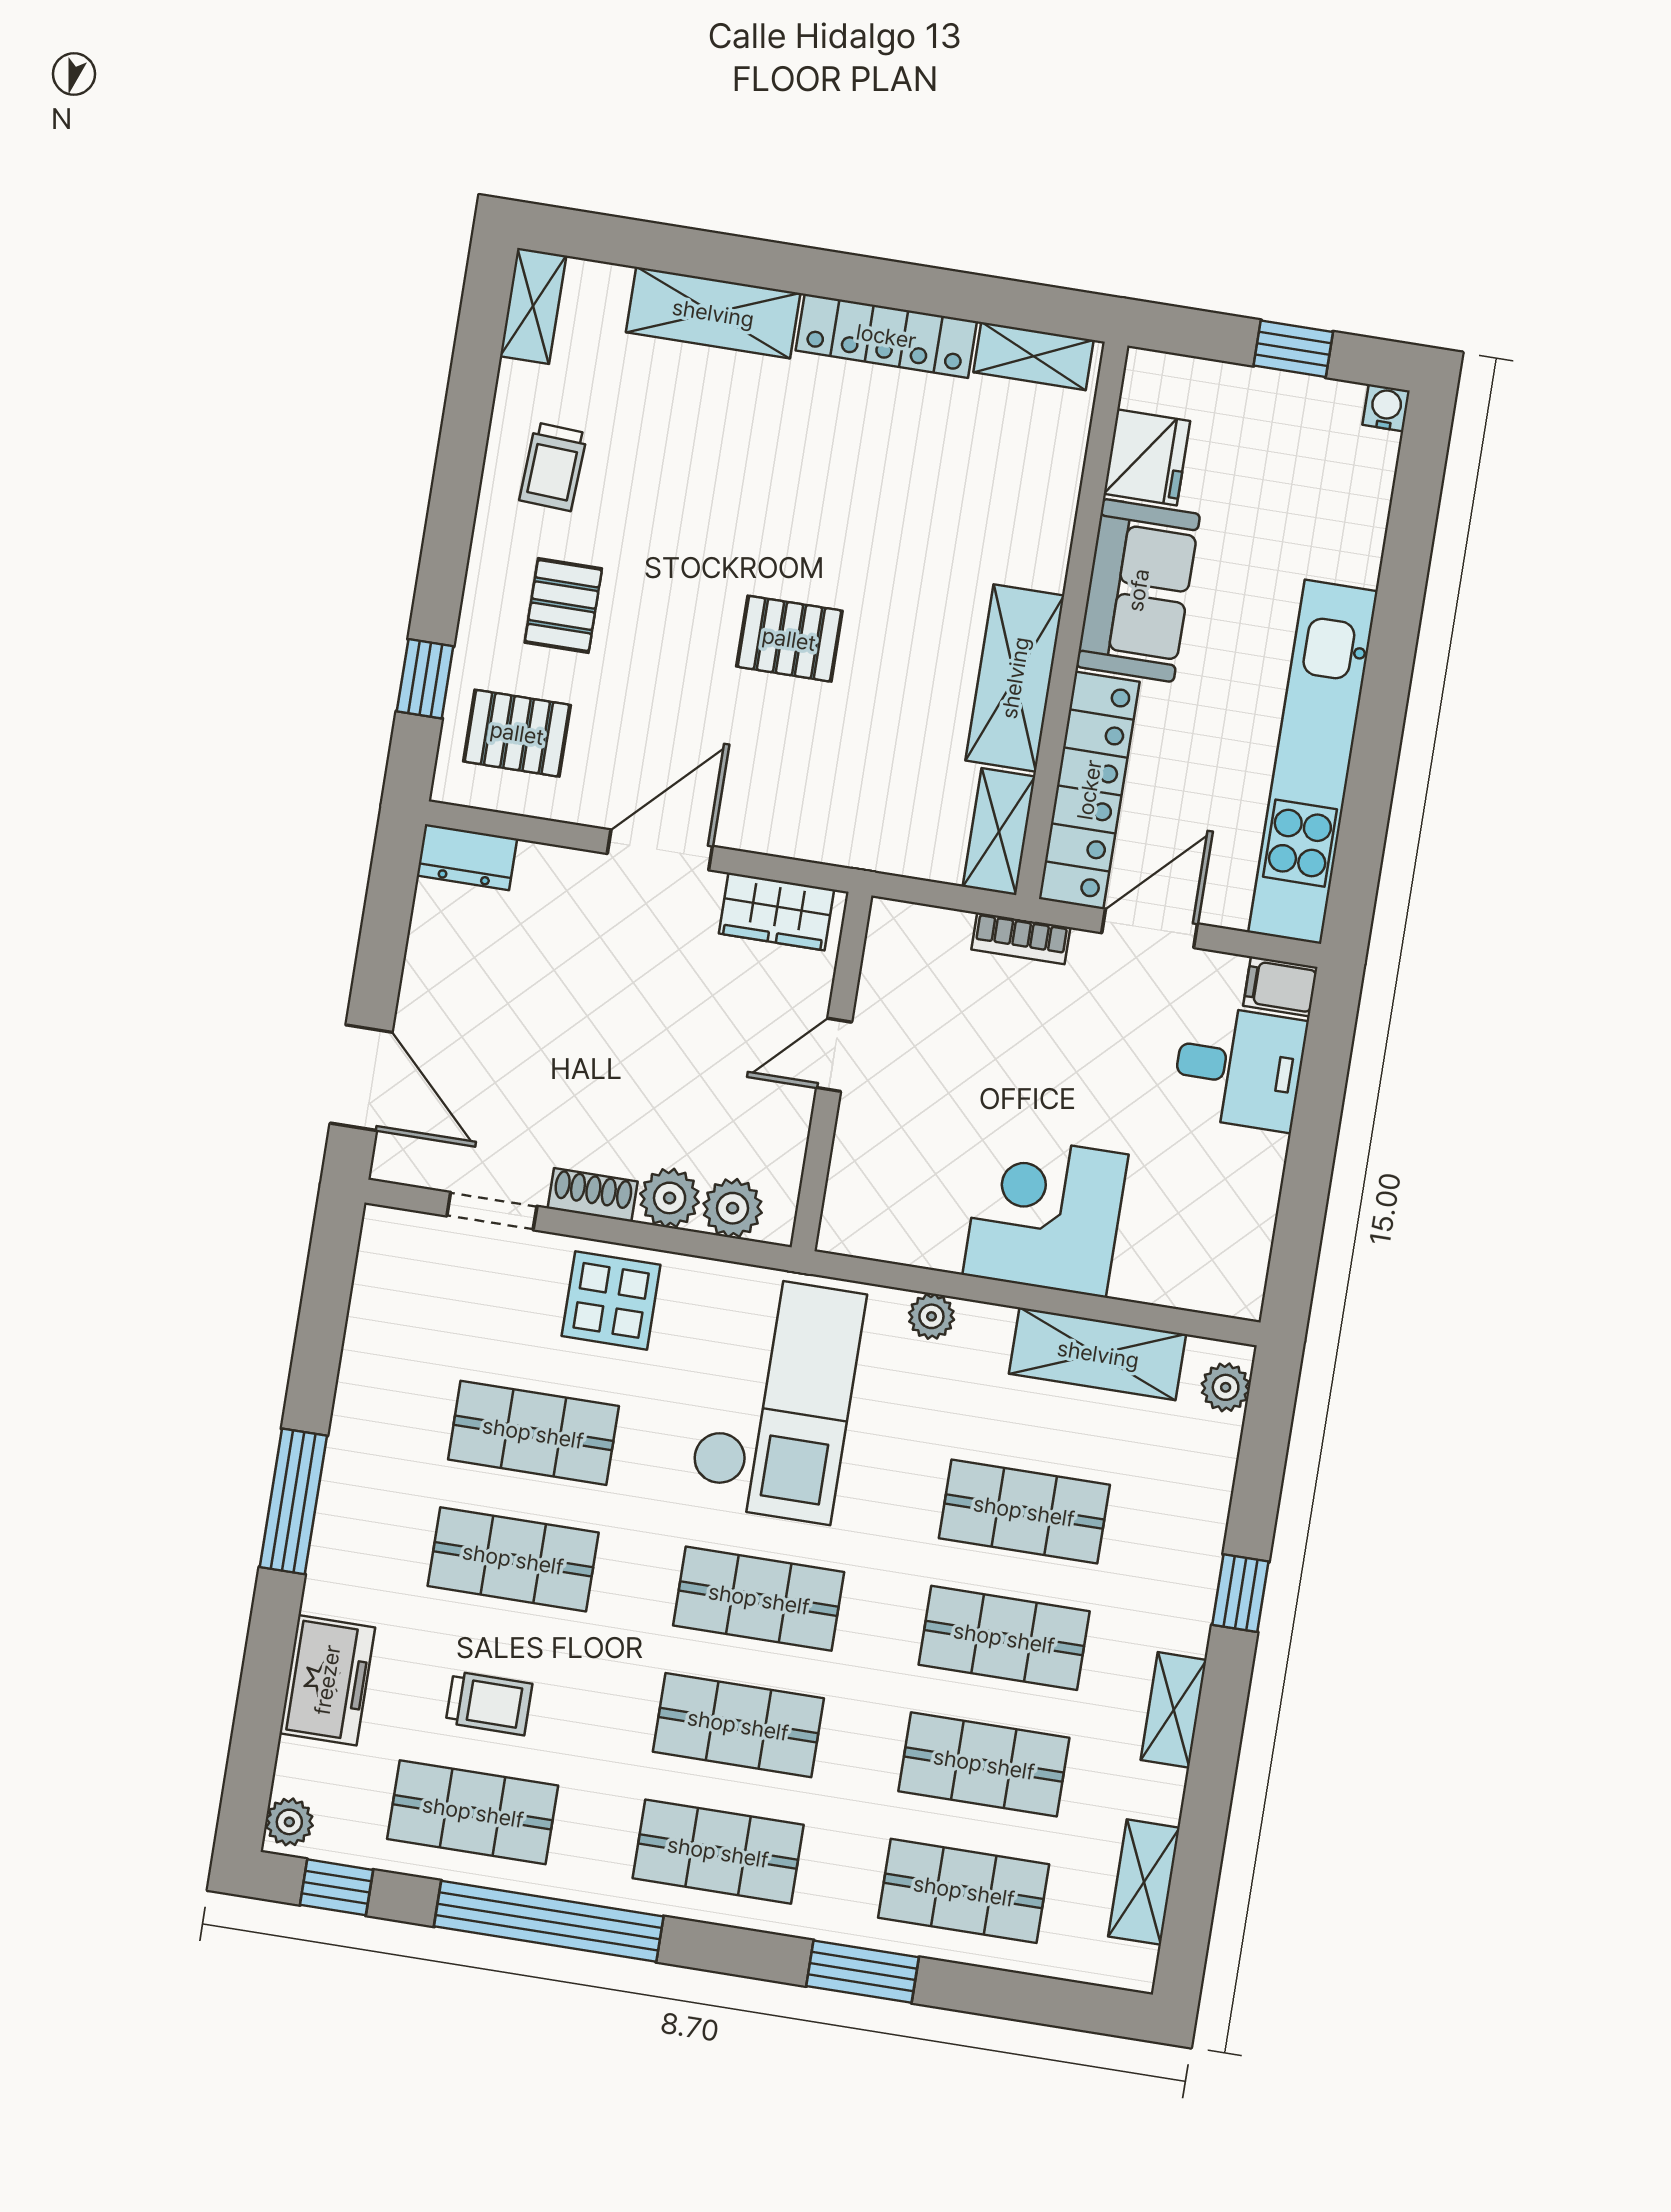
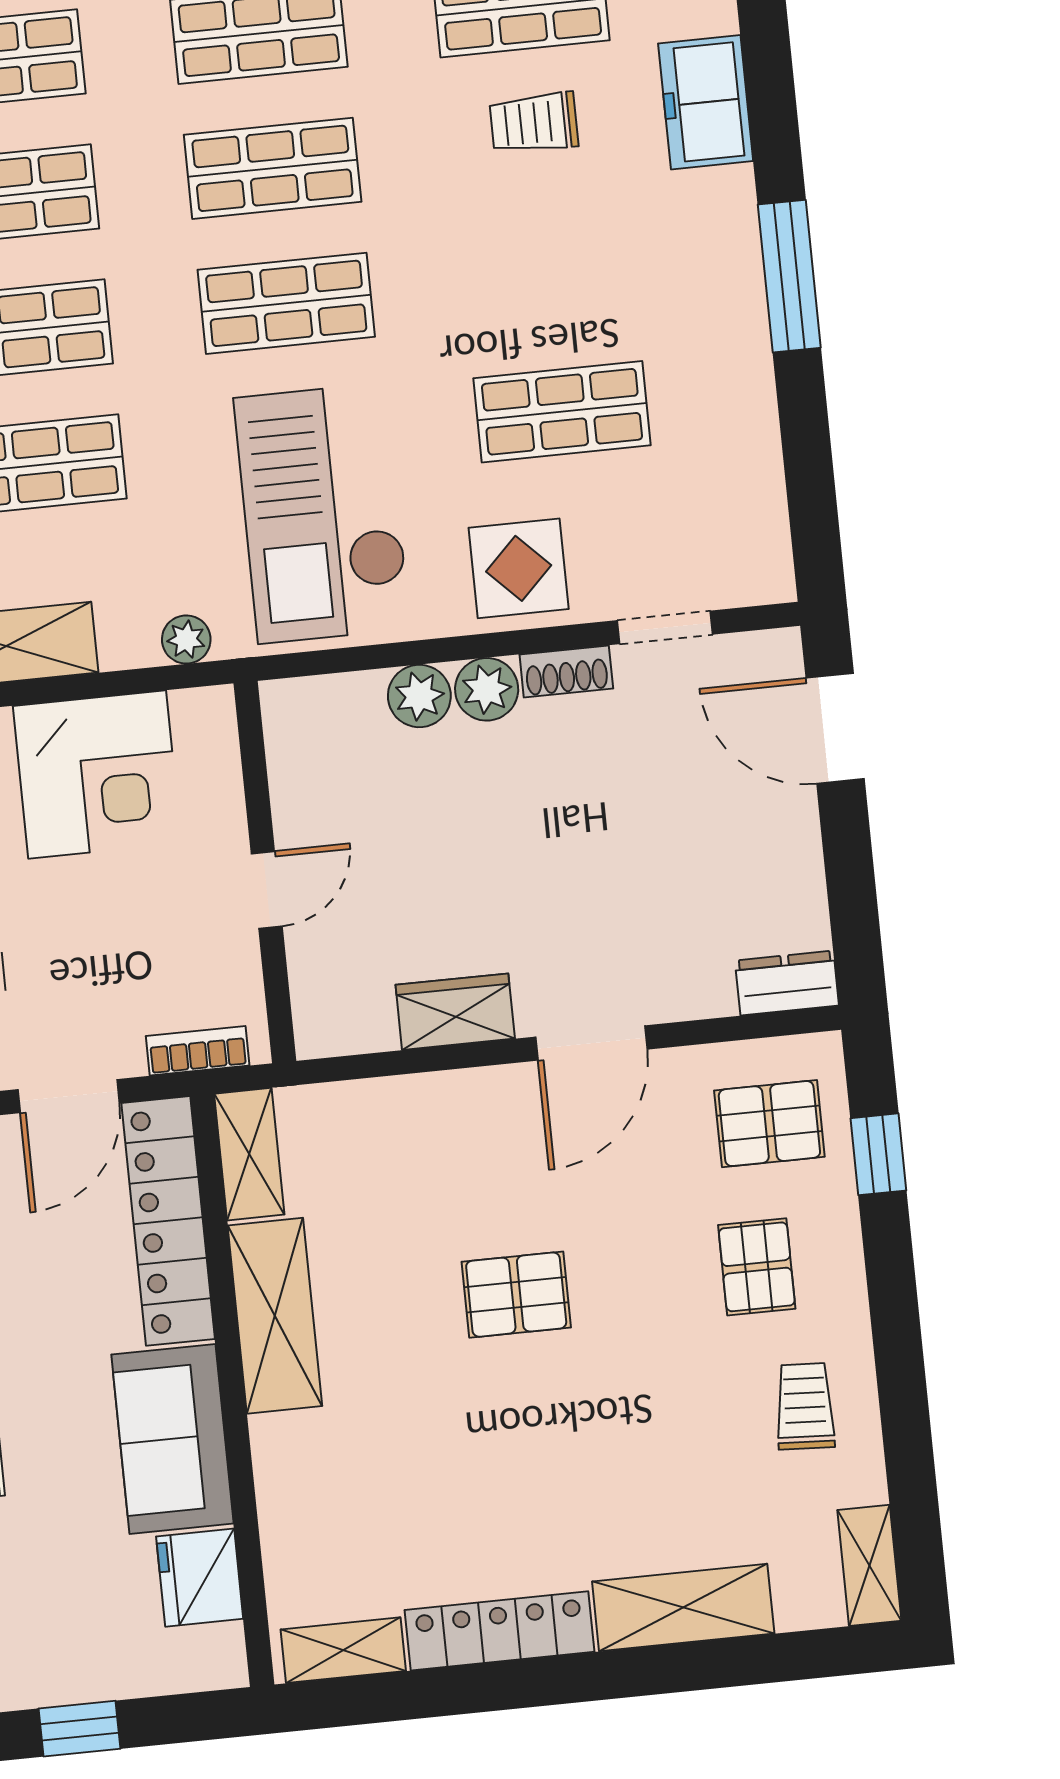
door: (834, 1055) -> (267, 890), moved
wall: (831, 1071) -> (265, 872), moved
shop shelf: (513, 1559) -> (548, 277), removed

